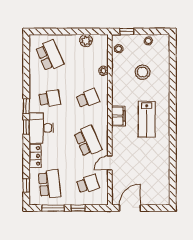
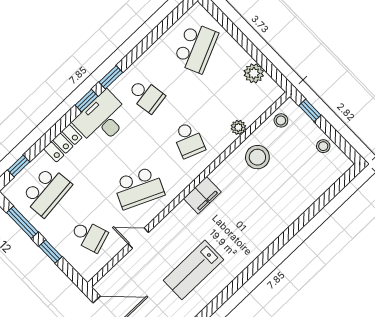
stool: (143, 72) -> (257, 157), moved
school desk: (88, 98) -> (189, 140), turned 42
lab bench: (147, 119) -> (193, 270), moved
school desk: (88, 141) -> (139, 188), turned 48

